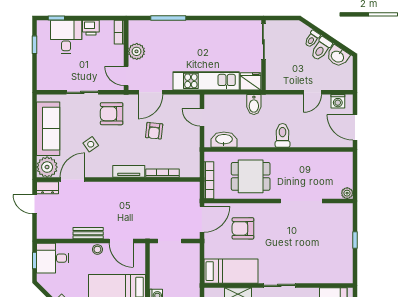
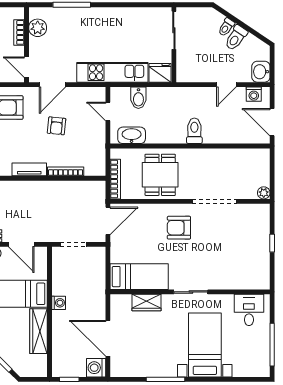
bookcase: (119, 32) -> (19, 32), moved
plant: (137, 51) -> (38, 28), moved
washbasin: (338, 56) -> (261, 72), moved, turned 56
bidet: (254, 105) -> (138, 98), moved
dining table: (251, 176) -> (160, 175), turned 90
armchair: (243, 228) -> (179, 228), moved

